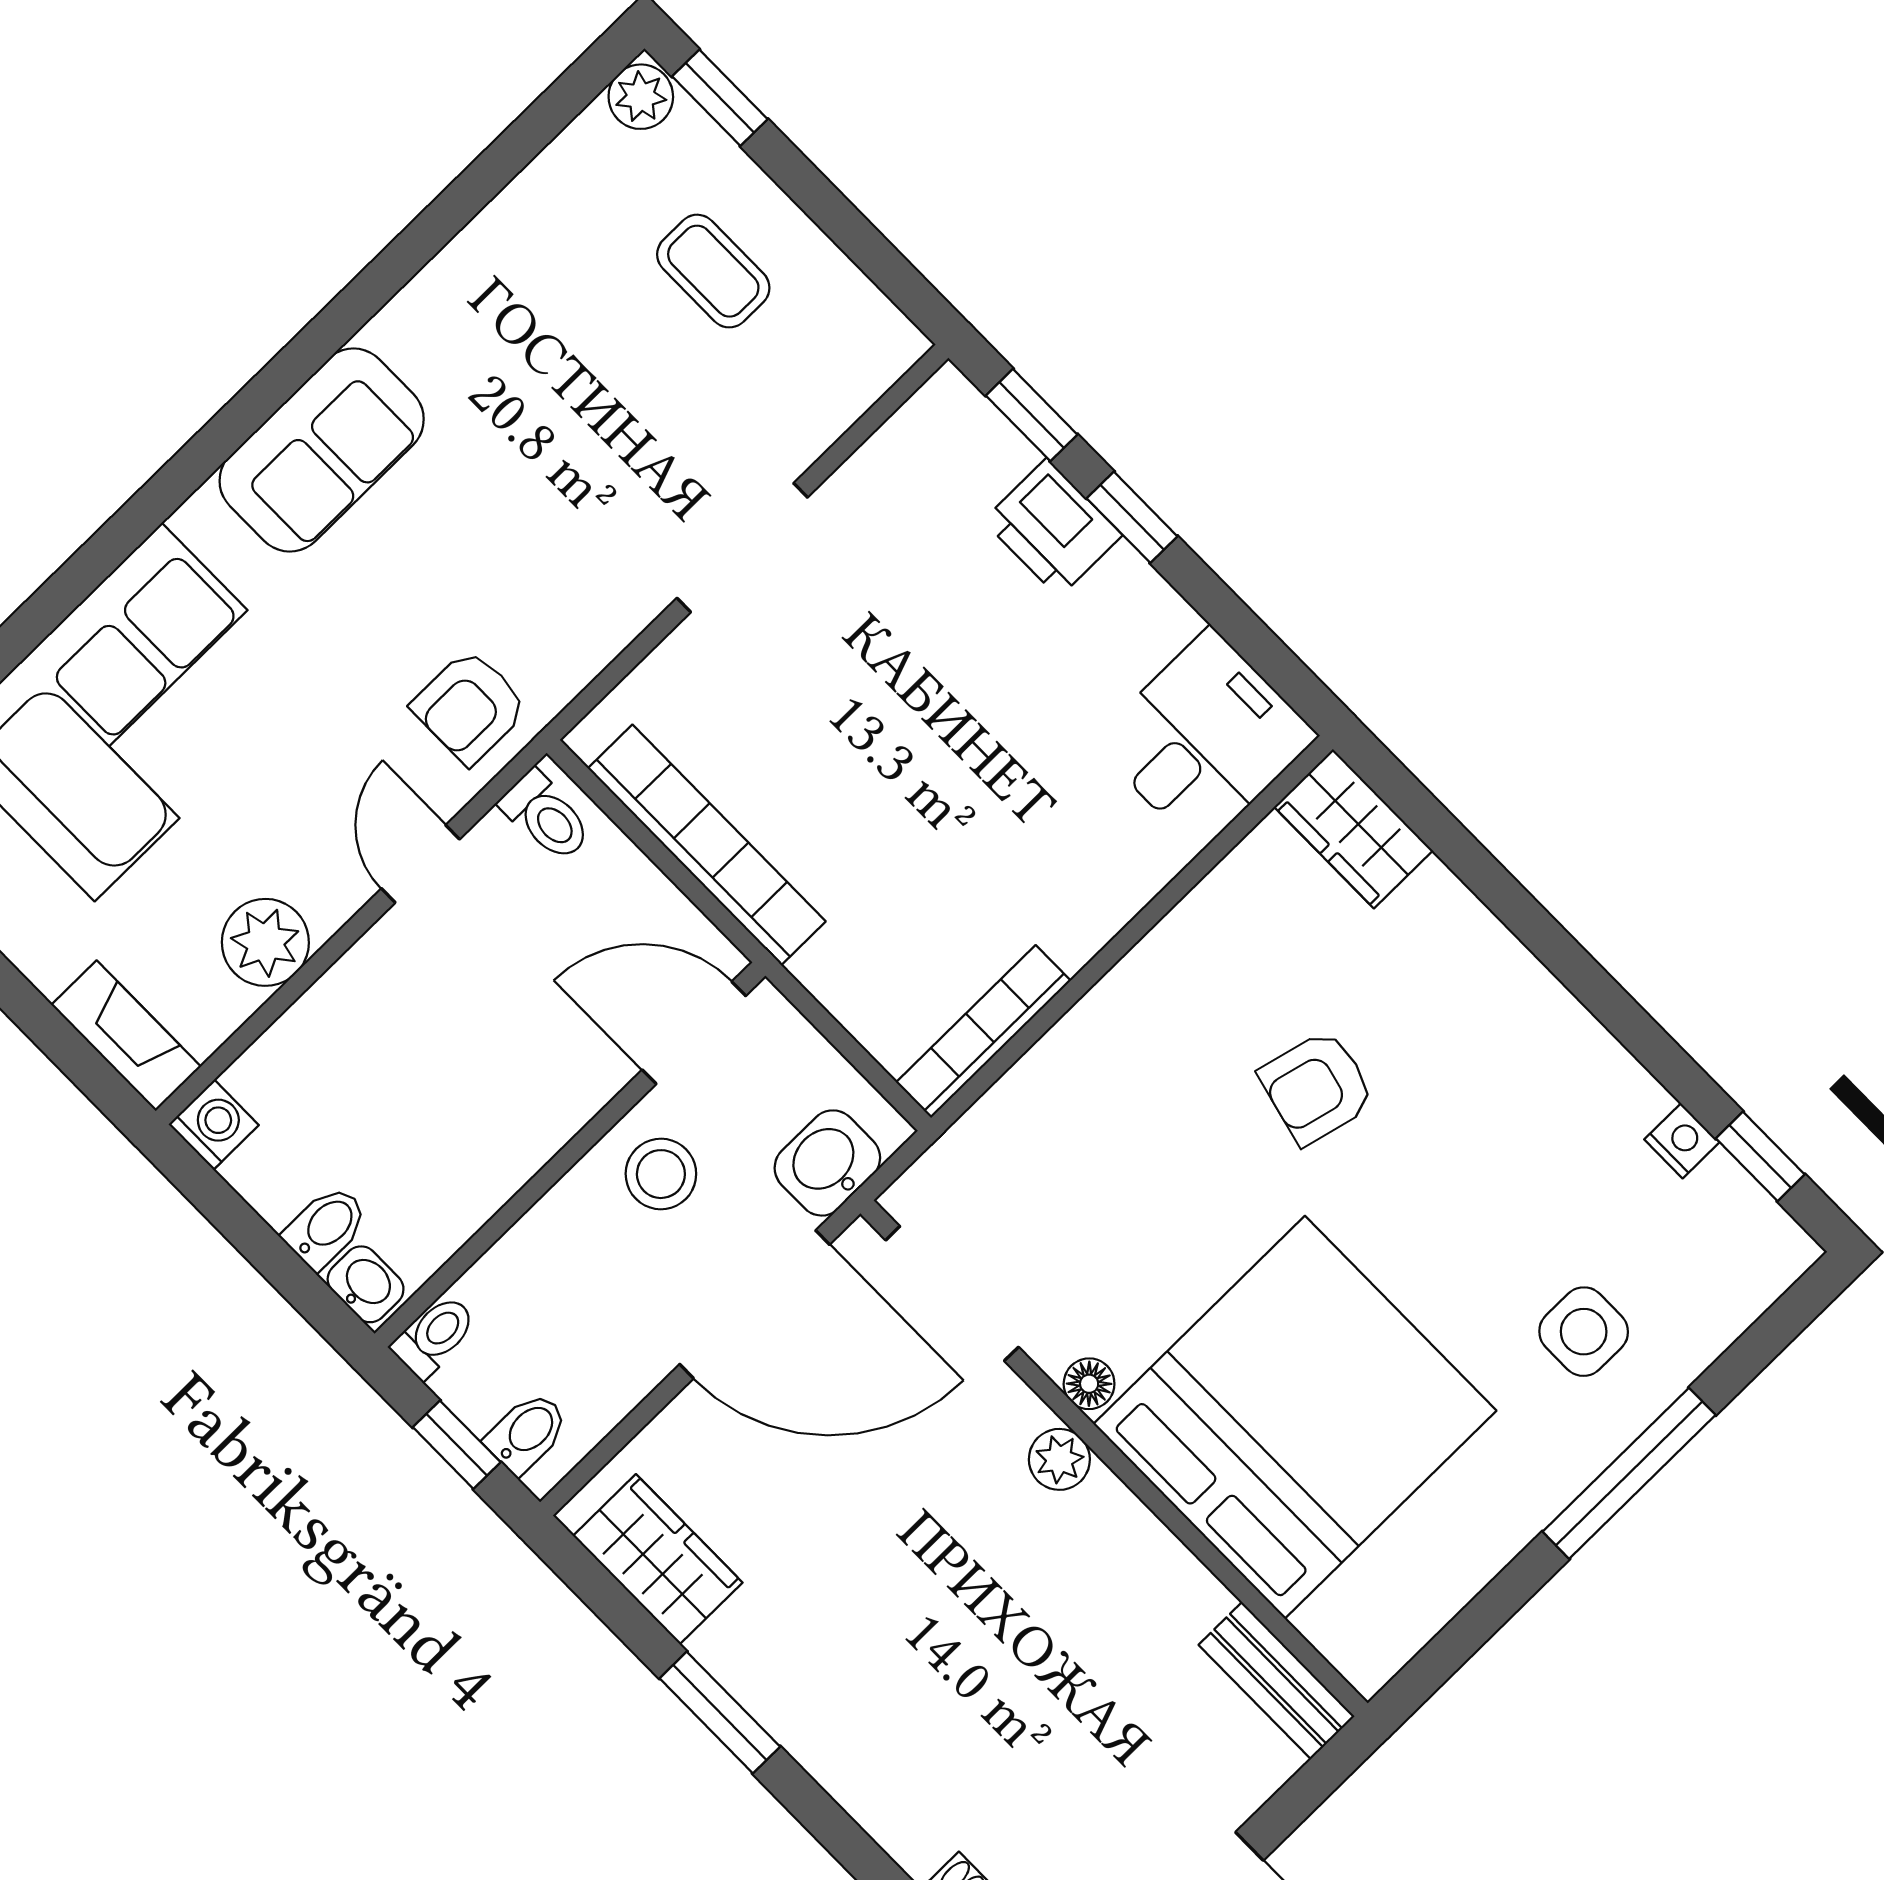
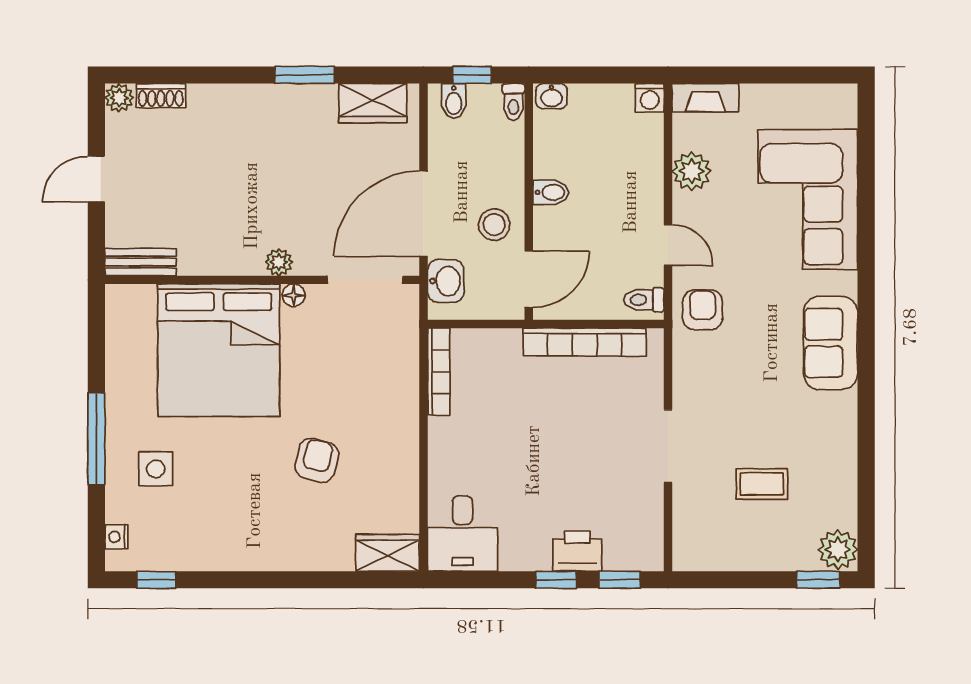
plant: (641, 97) -> (838, 550), width x1.38, depth x1.38
coffee table: (713, 271) -> (762, 484), moved
nightstand: (1682, 1141) -> (116, 537), moved, turned 90
bidet: (326, 1227) -> (551, 192), moved, turned -90

